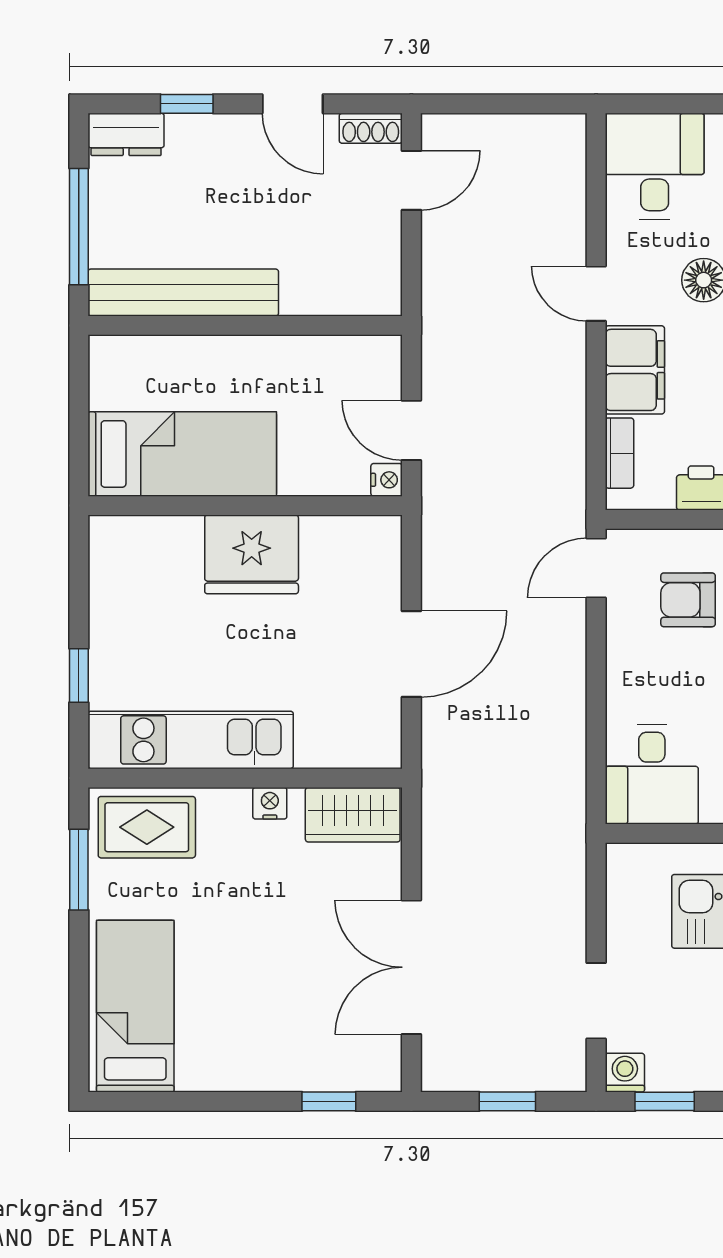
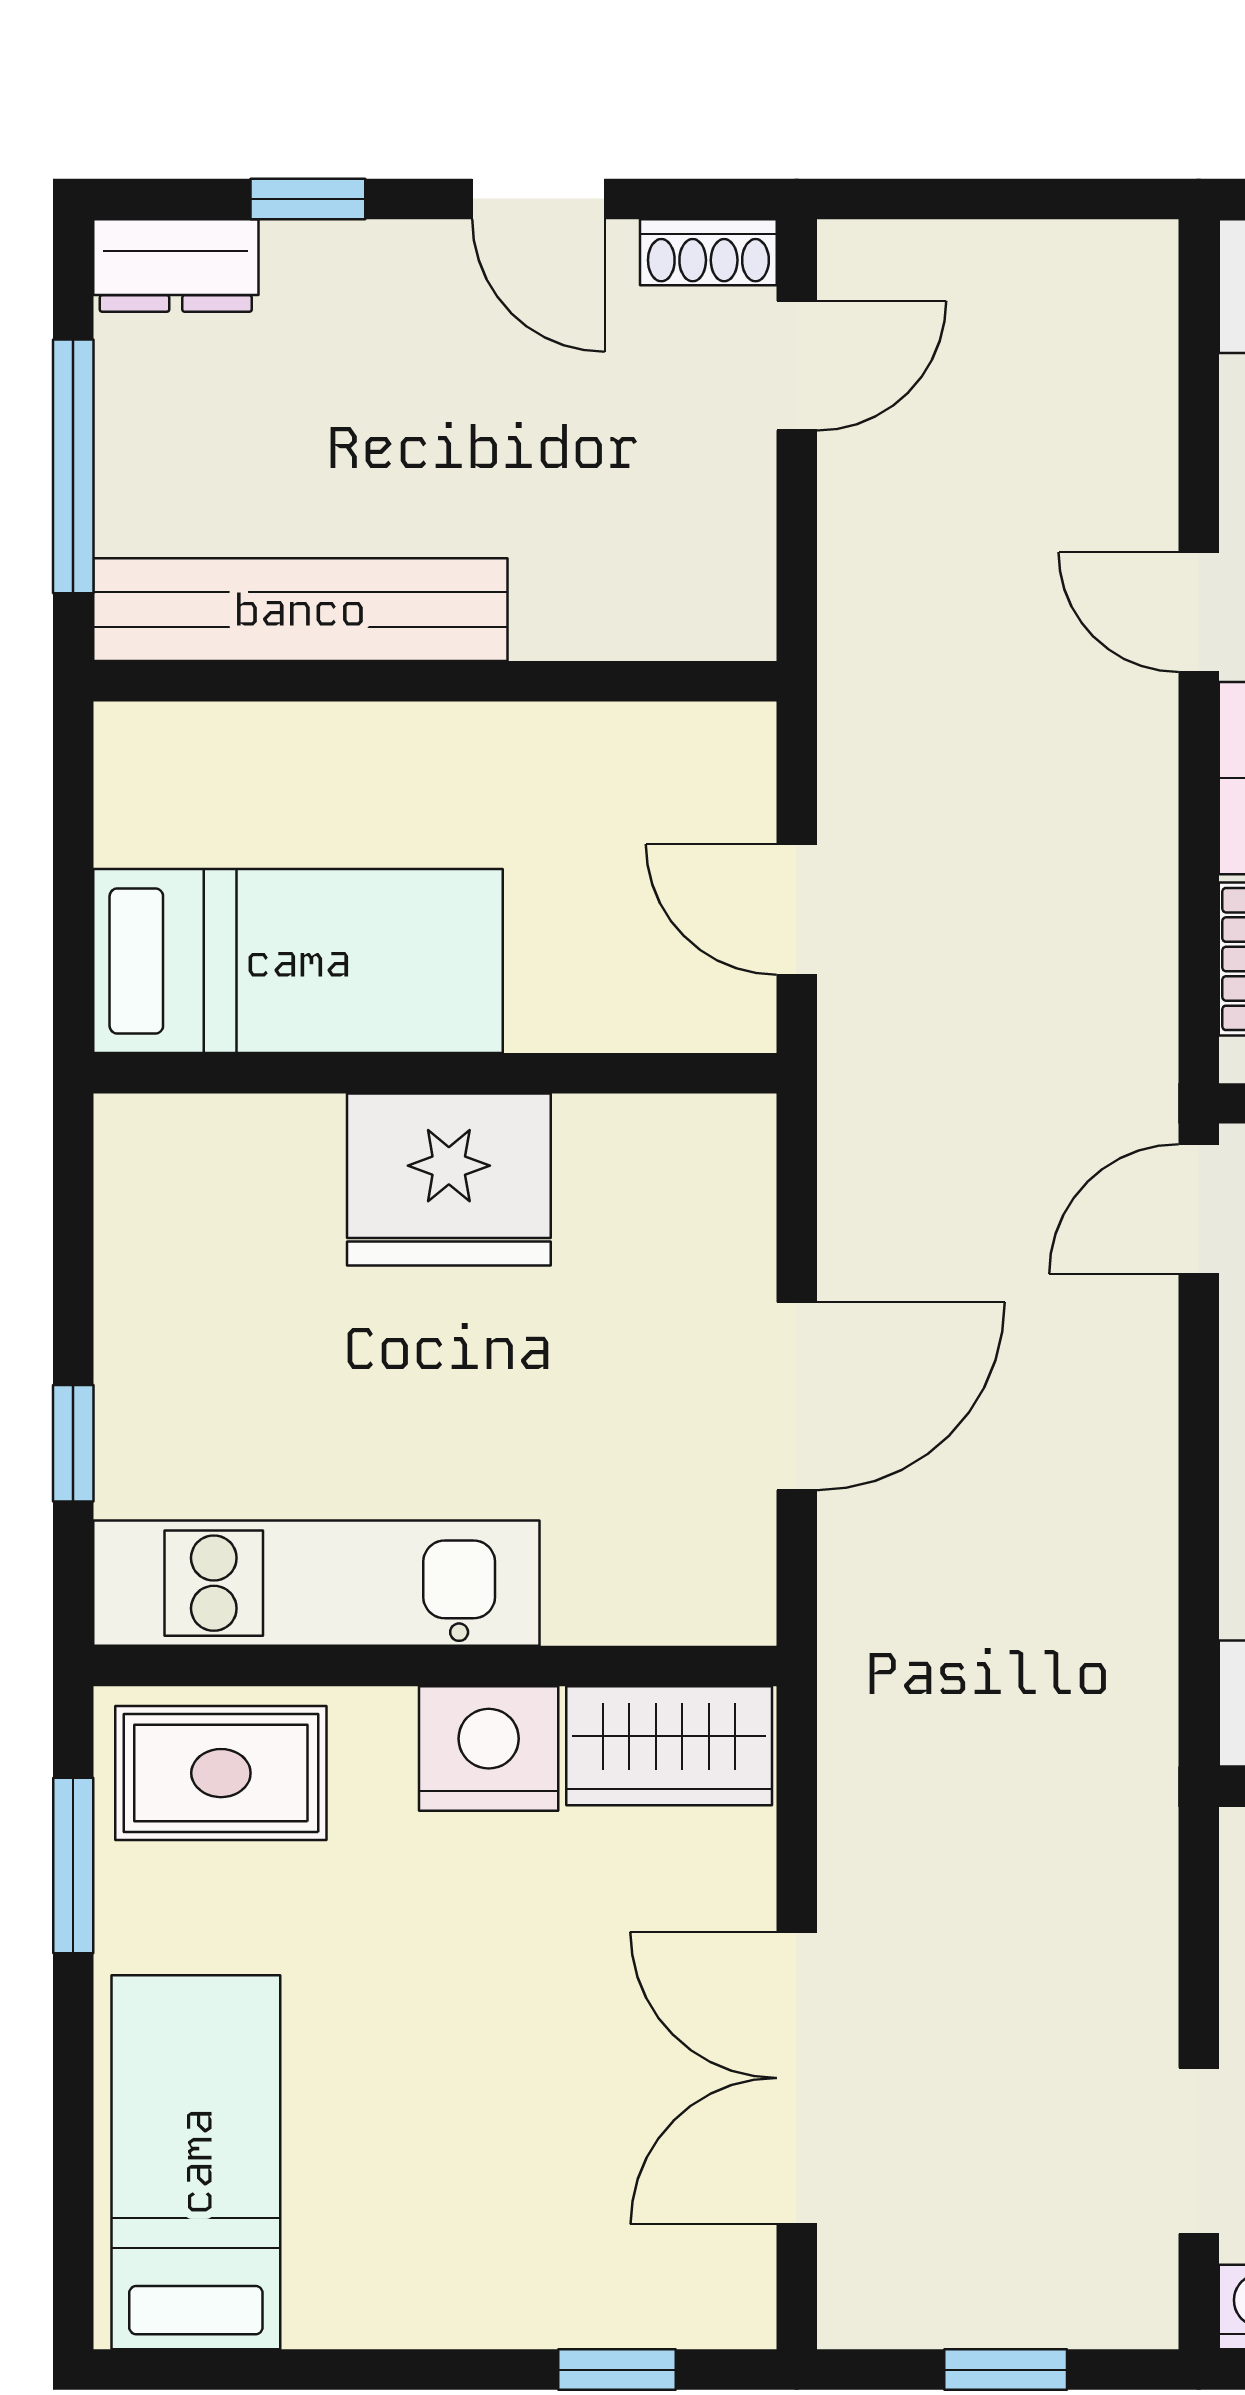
nightstand: (387, 480) -> (743, 1017), removed
nightstand: (270, 803) -> (489, 1749), width x1.89, depth x1.79

